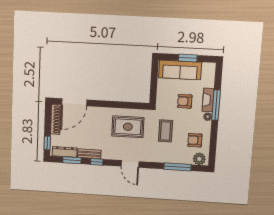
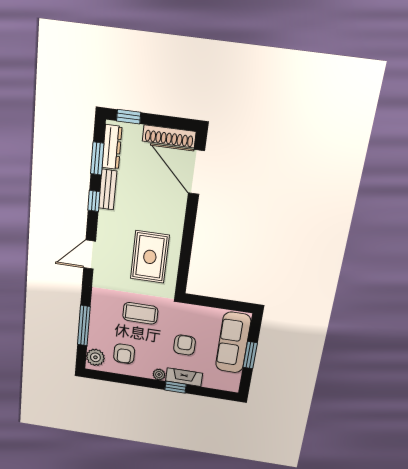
window: (216, 105) -> (176, 387), width x0.46
armchair: (195, 140) -> (124, 354), turned 180

